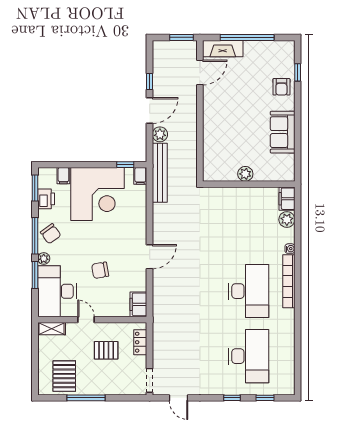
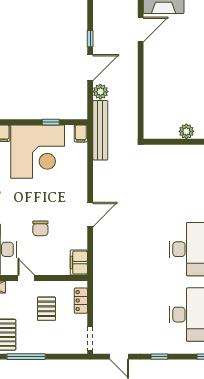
window: (125, 165) -> (51, 122), moved
chair: (100, 270) -> (40, 228), turned -80
pallet: (106, 350) -> (46, 309), turned 90
window: (232, 398) -> (159, 357), moved

